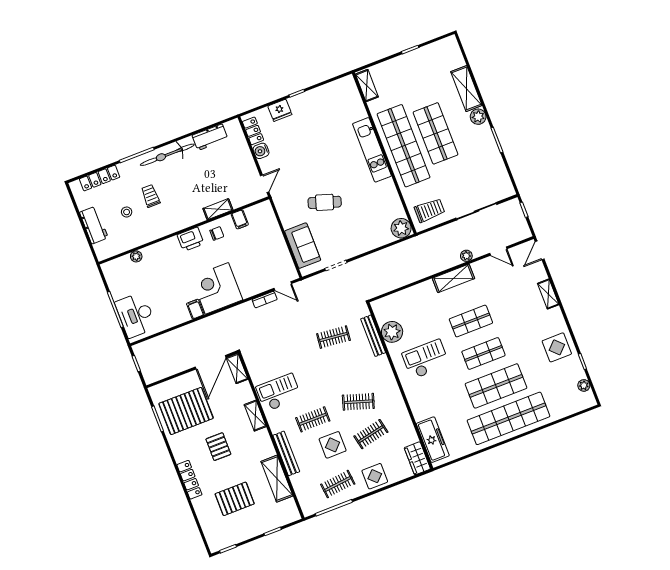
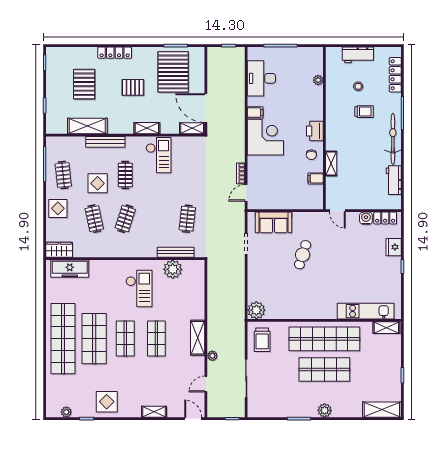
shelving: (466, 89) -> (382, 410), moved
kitchen unit: (372, 150) -> (366, 311), moved
desk: (136, 315) -> (261, 78), moved, turned -90

